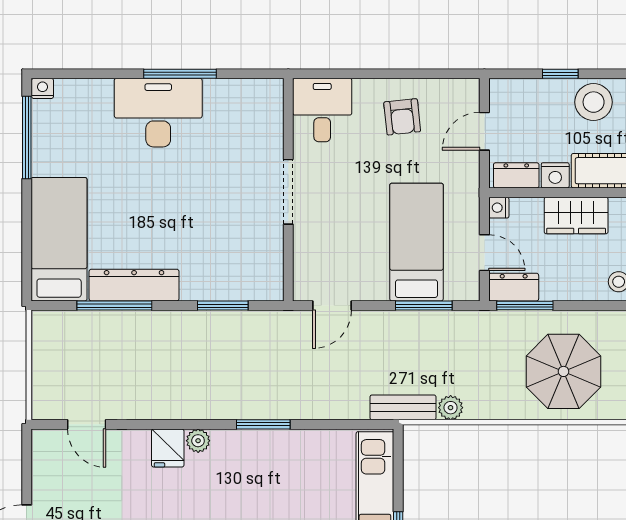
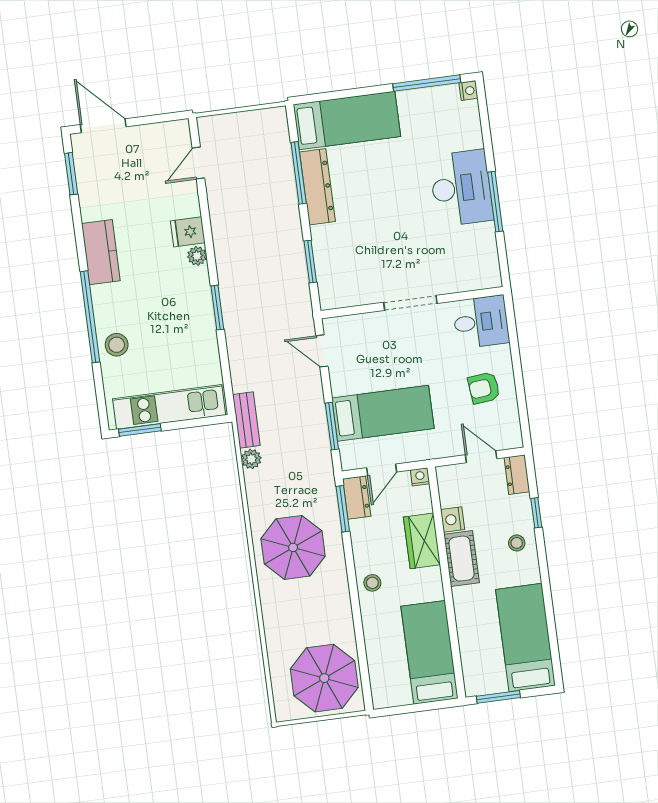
stool: (594, 102) -> (517, 543), width x0.53, depth x0.53
dresser: (516, 175) -> (517, 475), moved, turned 180

